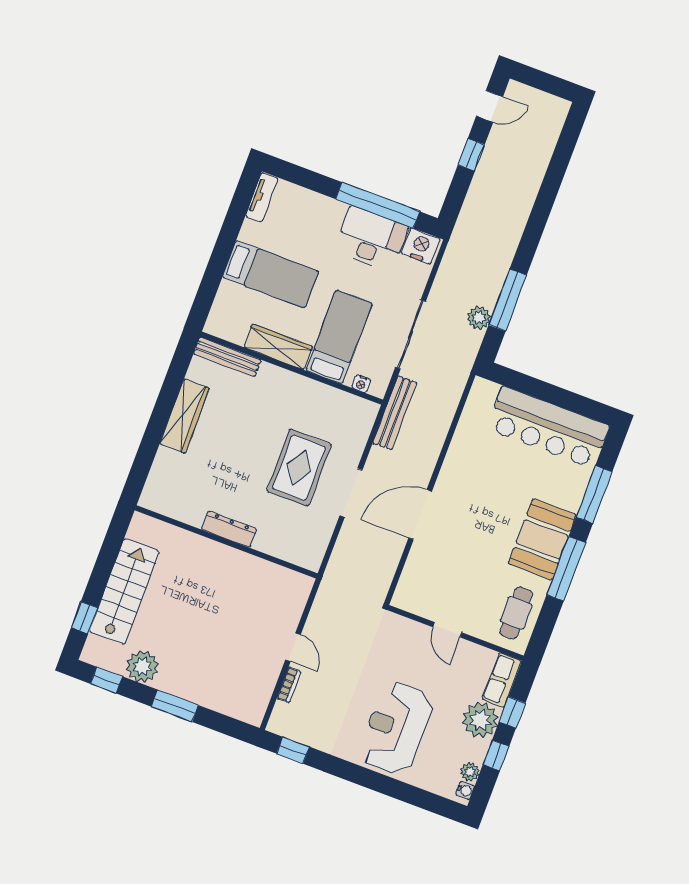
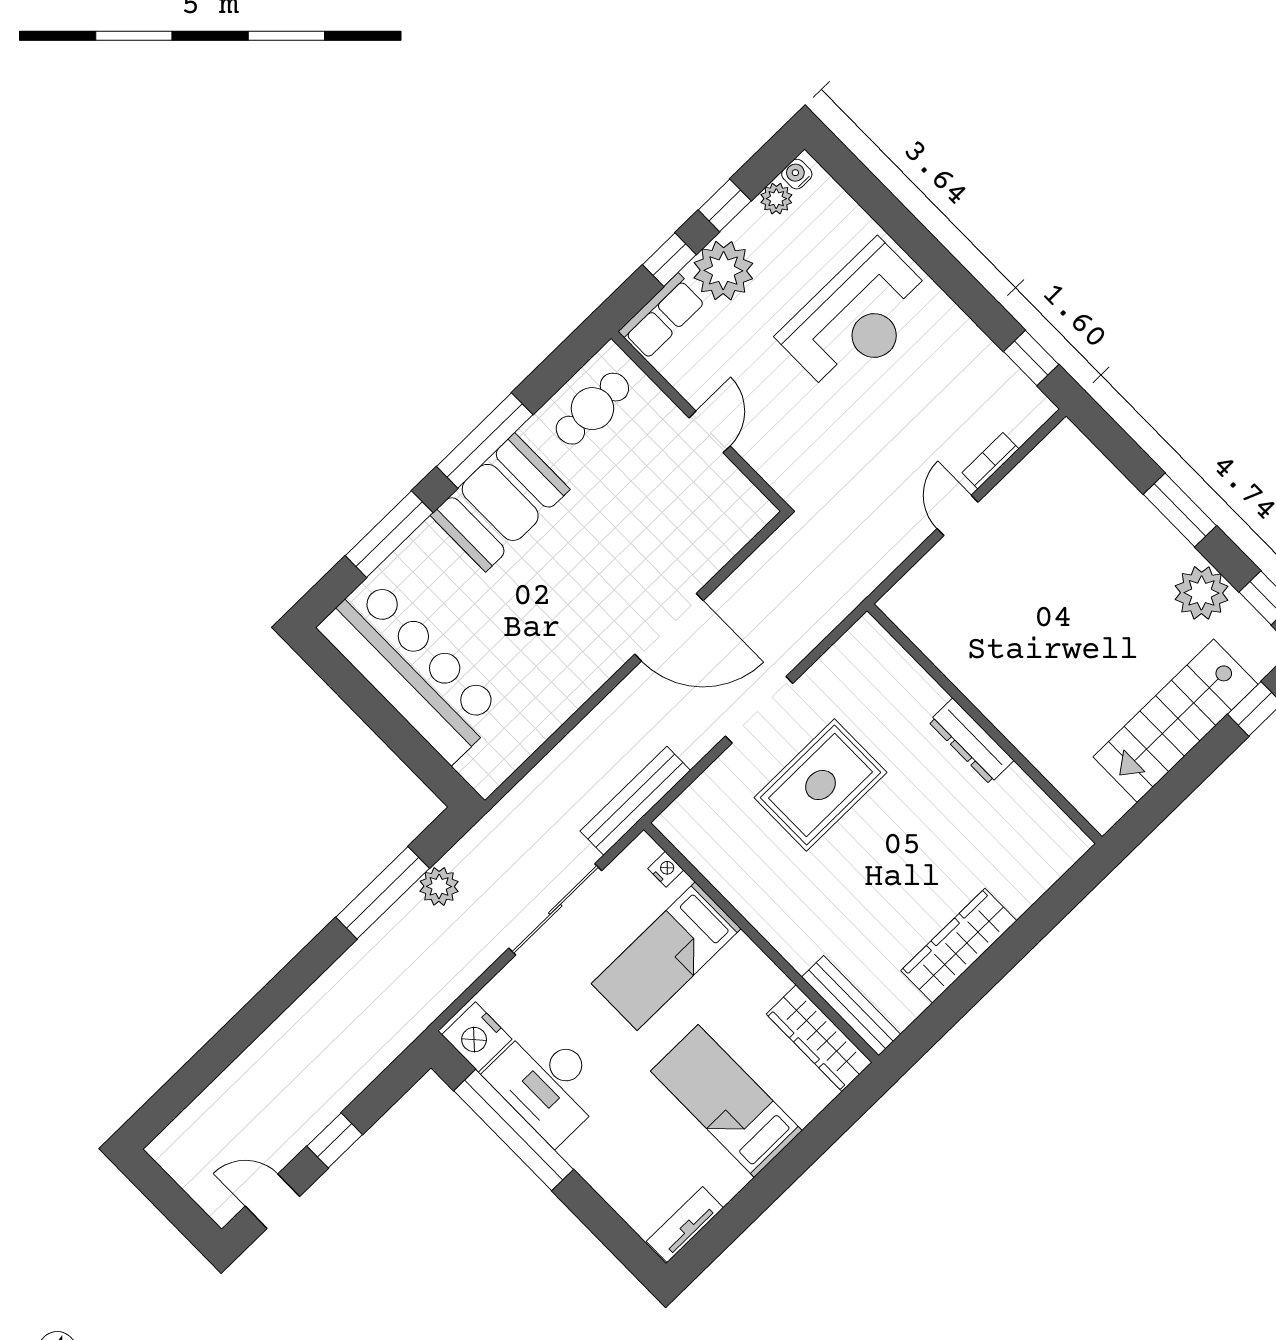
wardrobe: (278, 347) -> (819, 1038), moved

